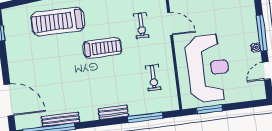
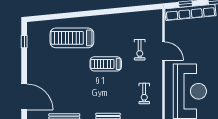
treadmill: (102, 48) -> (106, 64), turned 180

